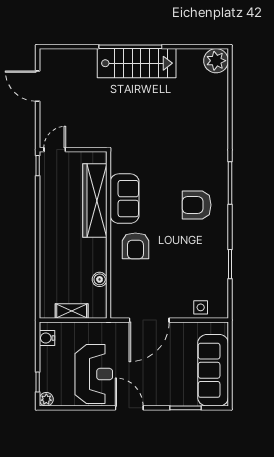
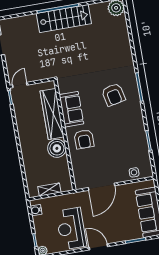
armchair: (197, 205) -> (113, 95), moved, turned -102
boiler: (100, 279) -> (57, 148), moved, width x1.86, depth x1.86
reception desk: (94, 374) -> (71, 229), turned 180

